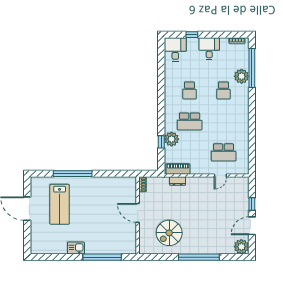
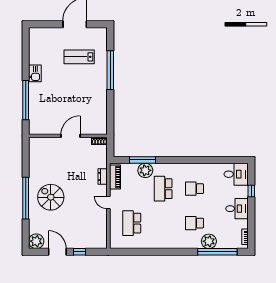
window: (161, 142) -> (142, 160), width x2.17
door: (220, 175) -> (108, 203), moved
lab bench: (60, 204) -> (79, 57), width x0.73, depth x0.72
spiral stairs: (169, 233) -> (51, 197), moved

